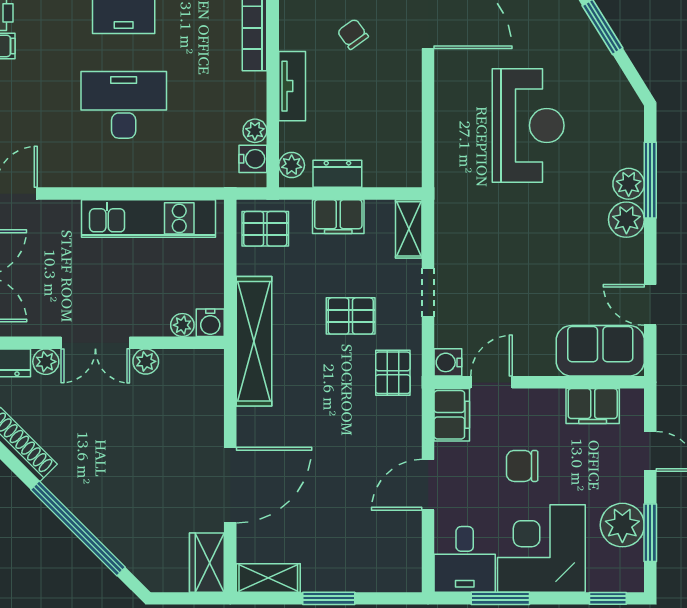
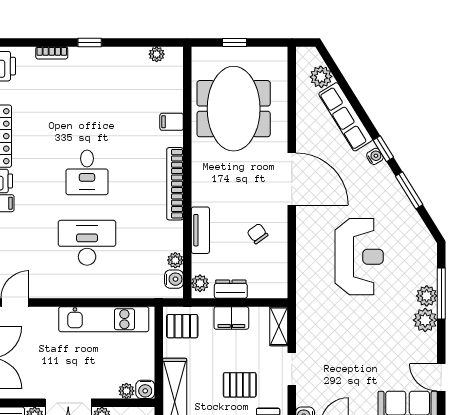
chair: (353, 34) -> (257, 234), moved

